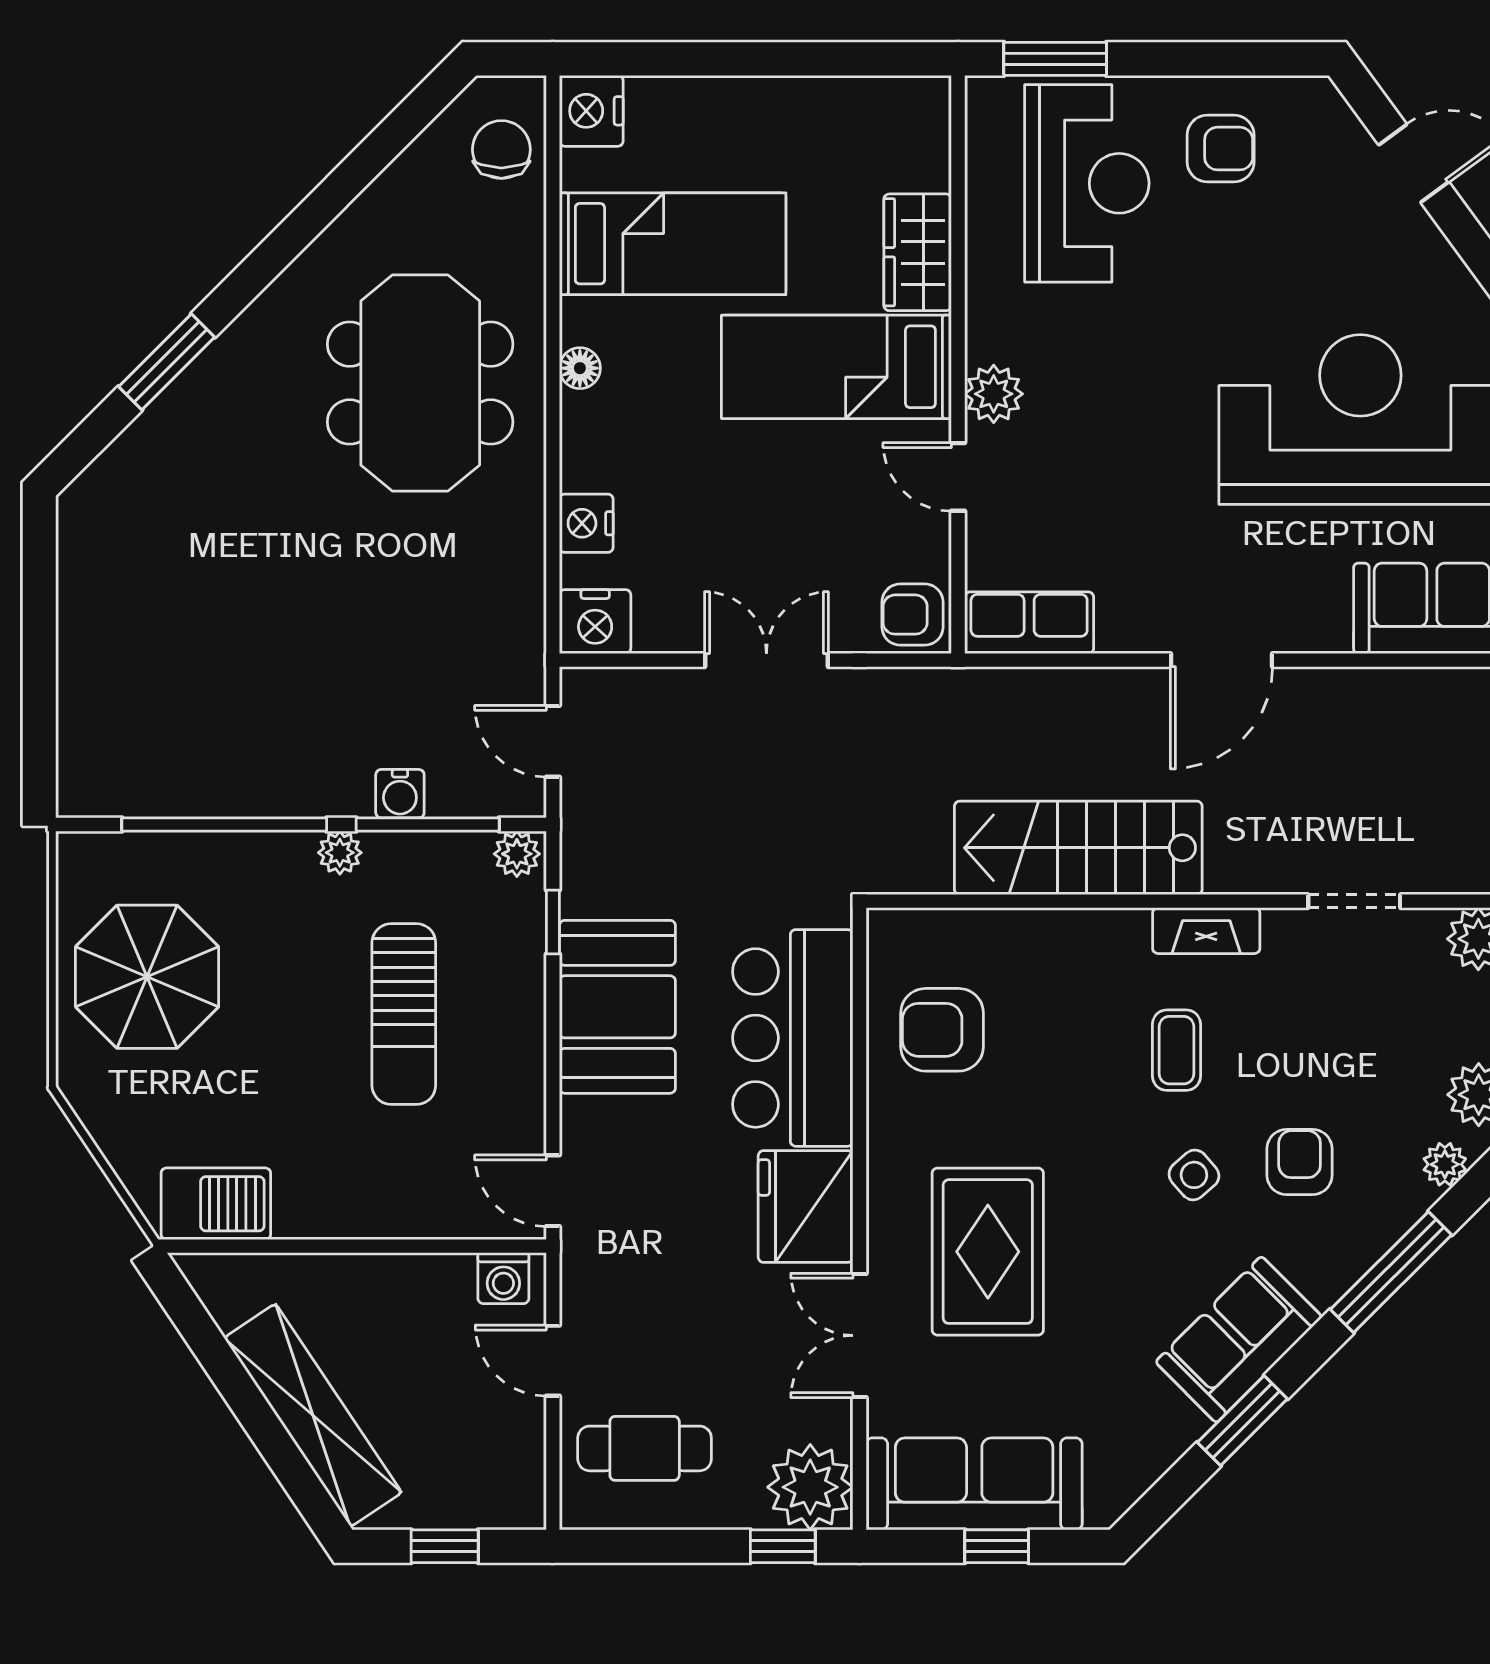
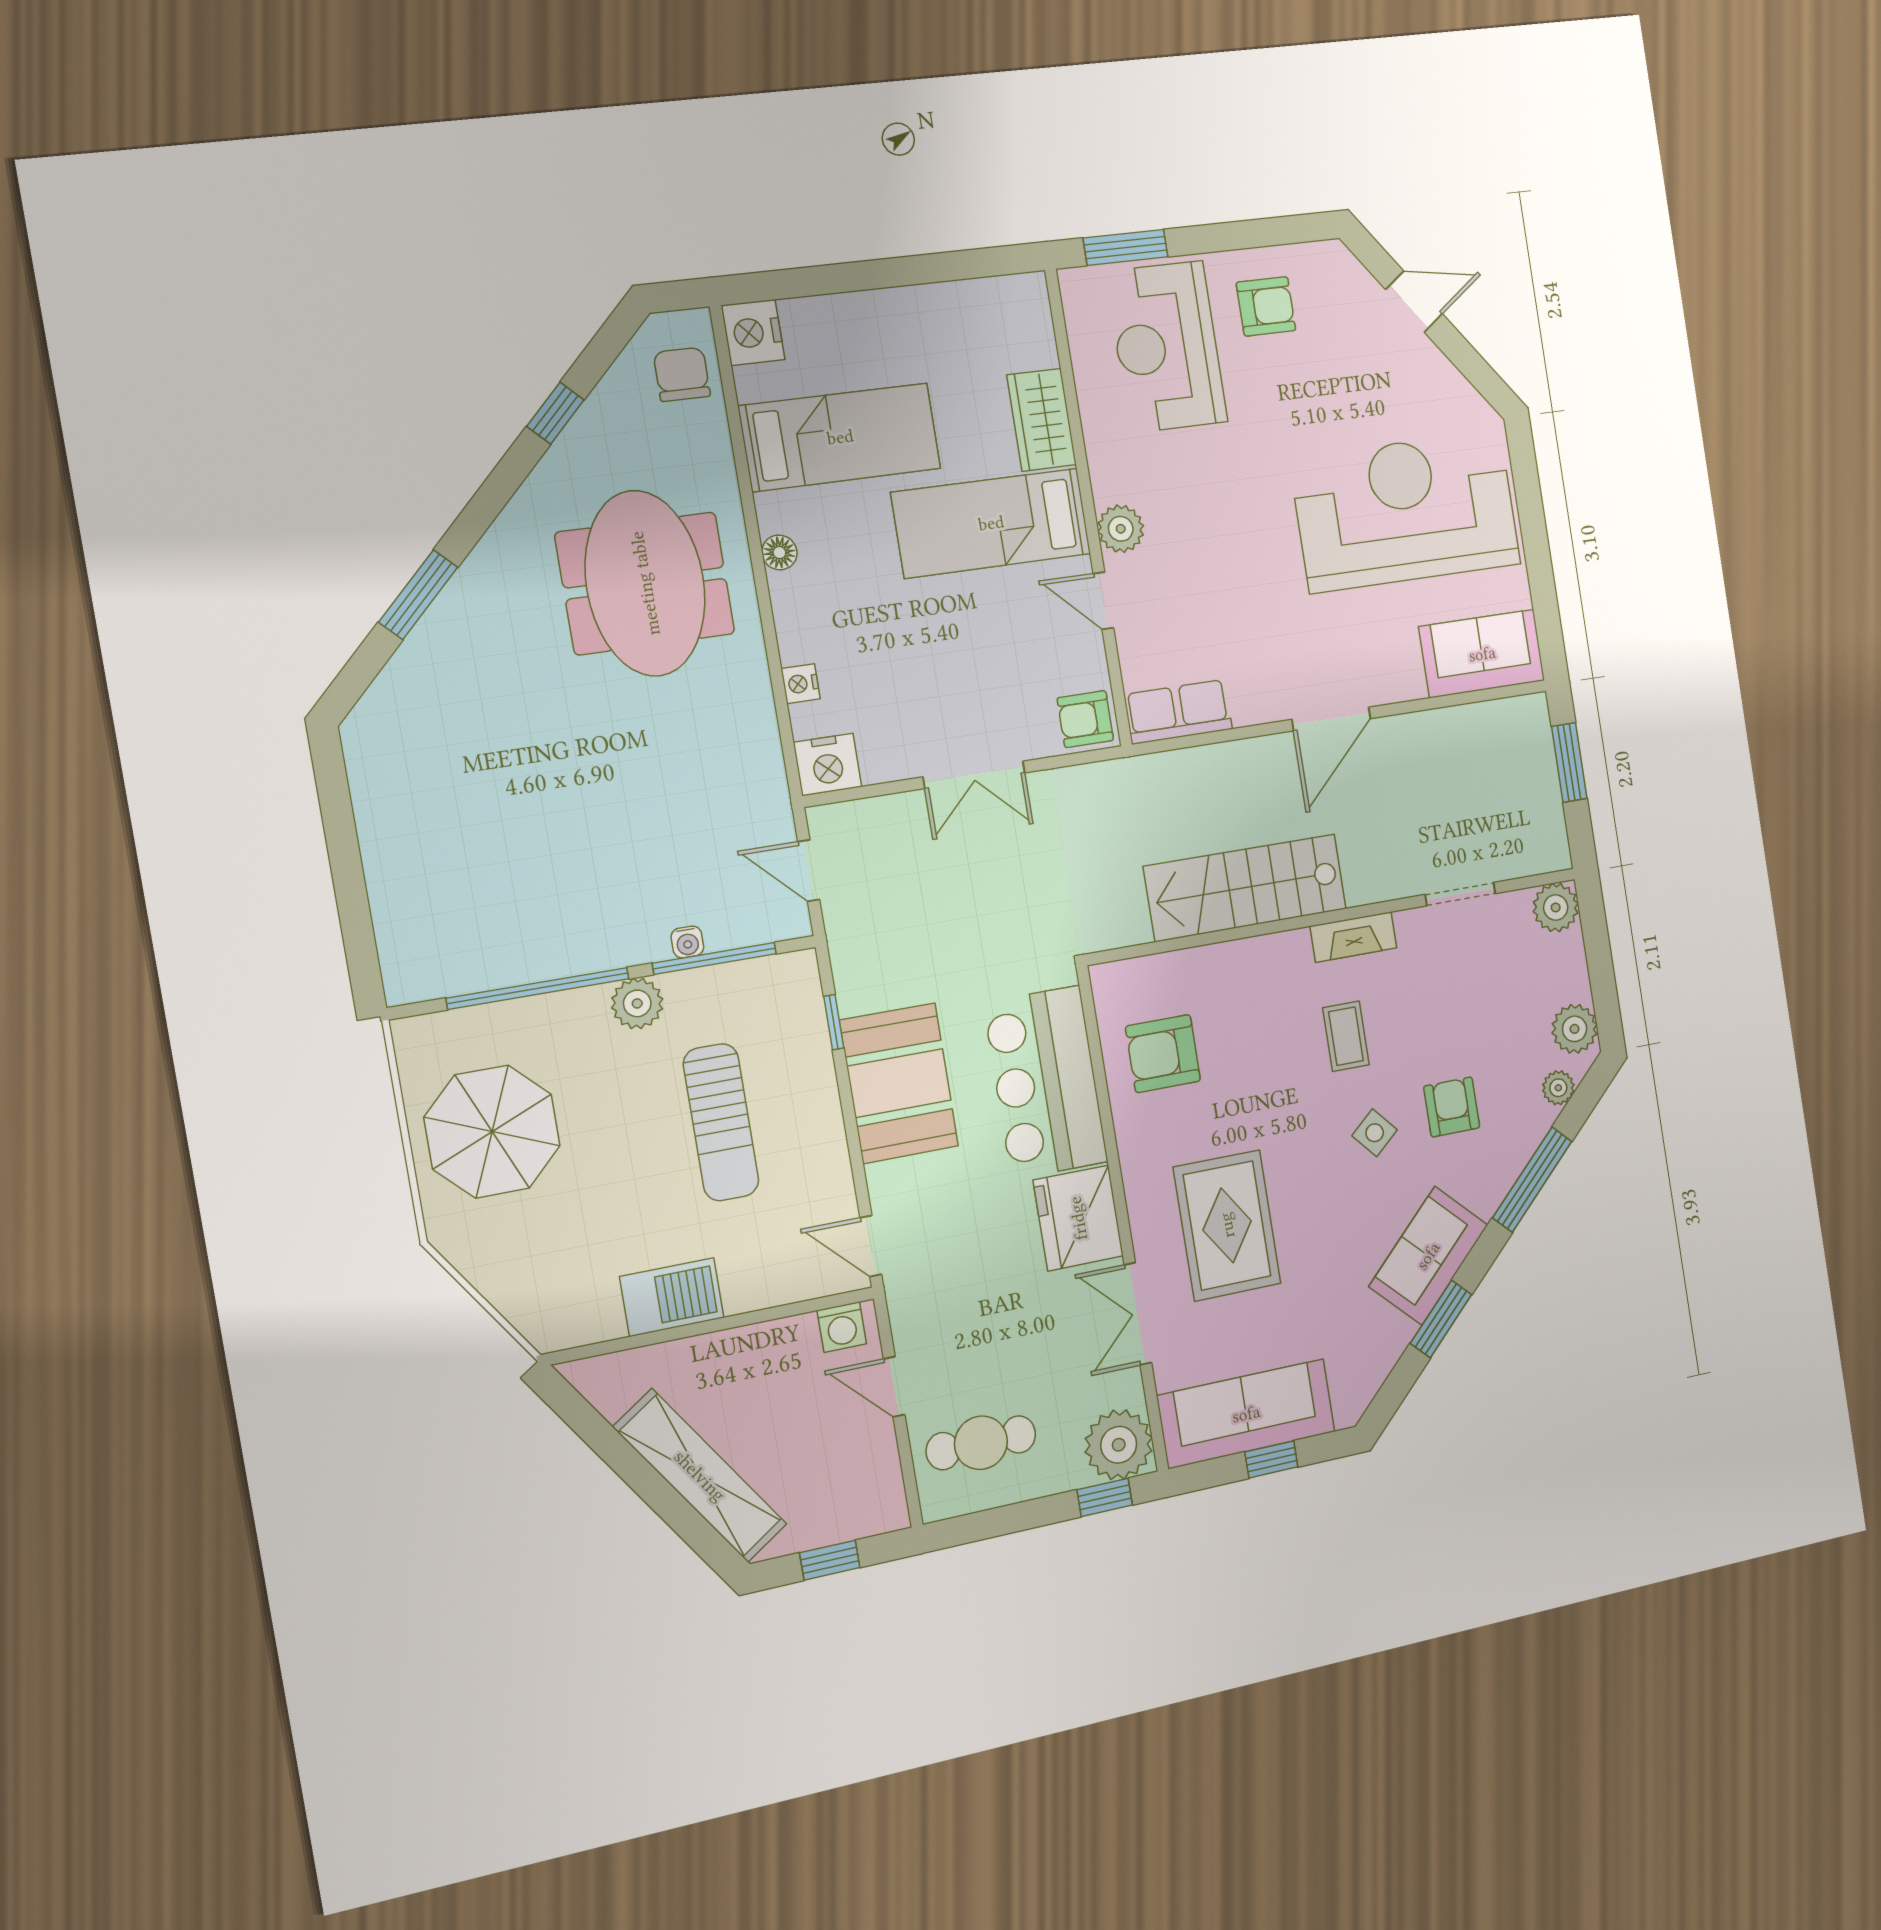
window: (351, 177) -> (555, 413), added
reception desk: (1087, 183) -> (1167, 347), turned 180
nightstand: (586, 523) -> (801, 684), width x0.72, depth x0.74
double door: (766, 660) -> (974, 775), swing flipped
water cooler: (400, 794) -> (687, 942), width x0.72, depth x0.72
plant: (340, 853) -> (637, 1003), width x1.38, depth x1.38
plant: (517, 854) -> (794, 970), removed
barbecue: (216, 1204) -> (672, 1297), moved

